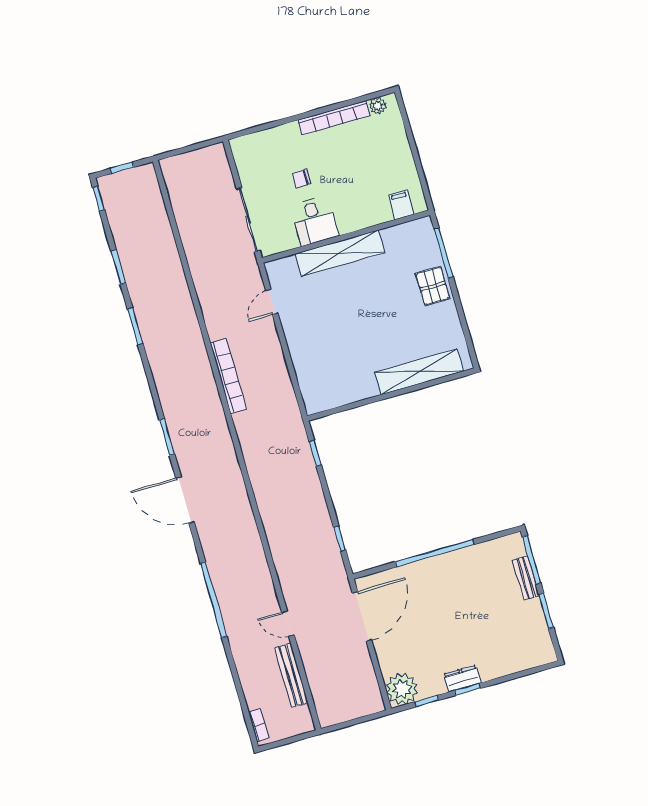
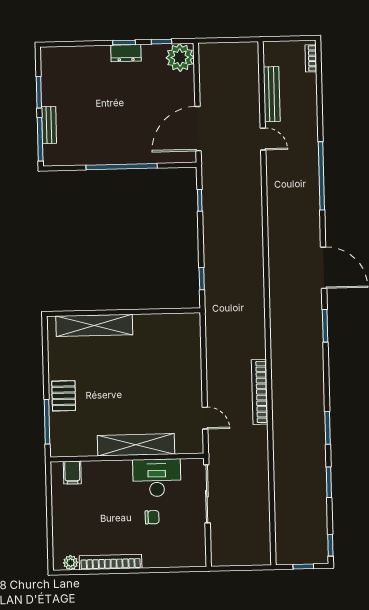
desk: (315, 221) -> (157, 478), width x1.37
door: (272, 302) -> (205, 418), hinge flipped
bookcase: (228, 376) -> (260, 392), moved

